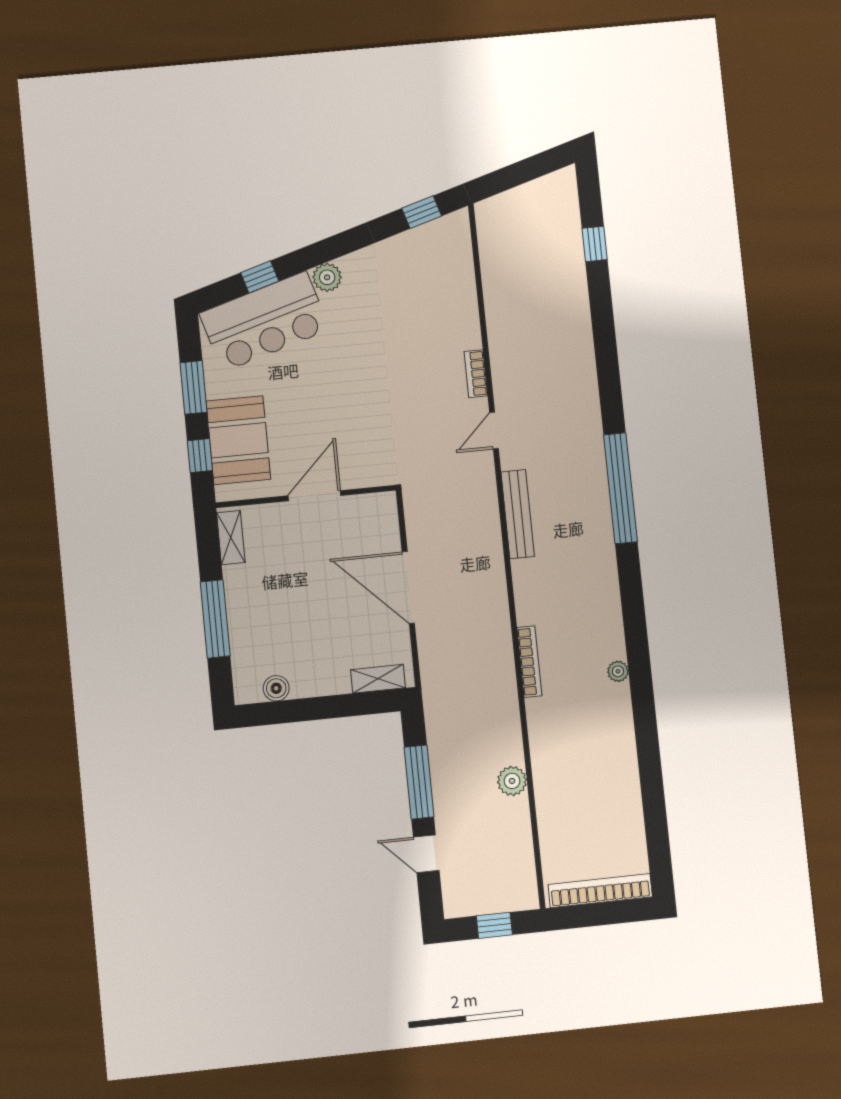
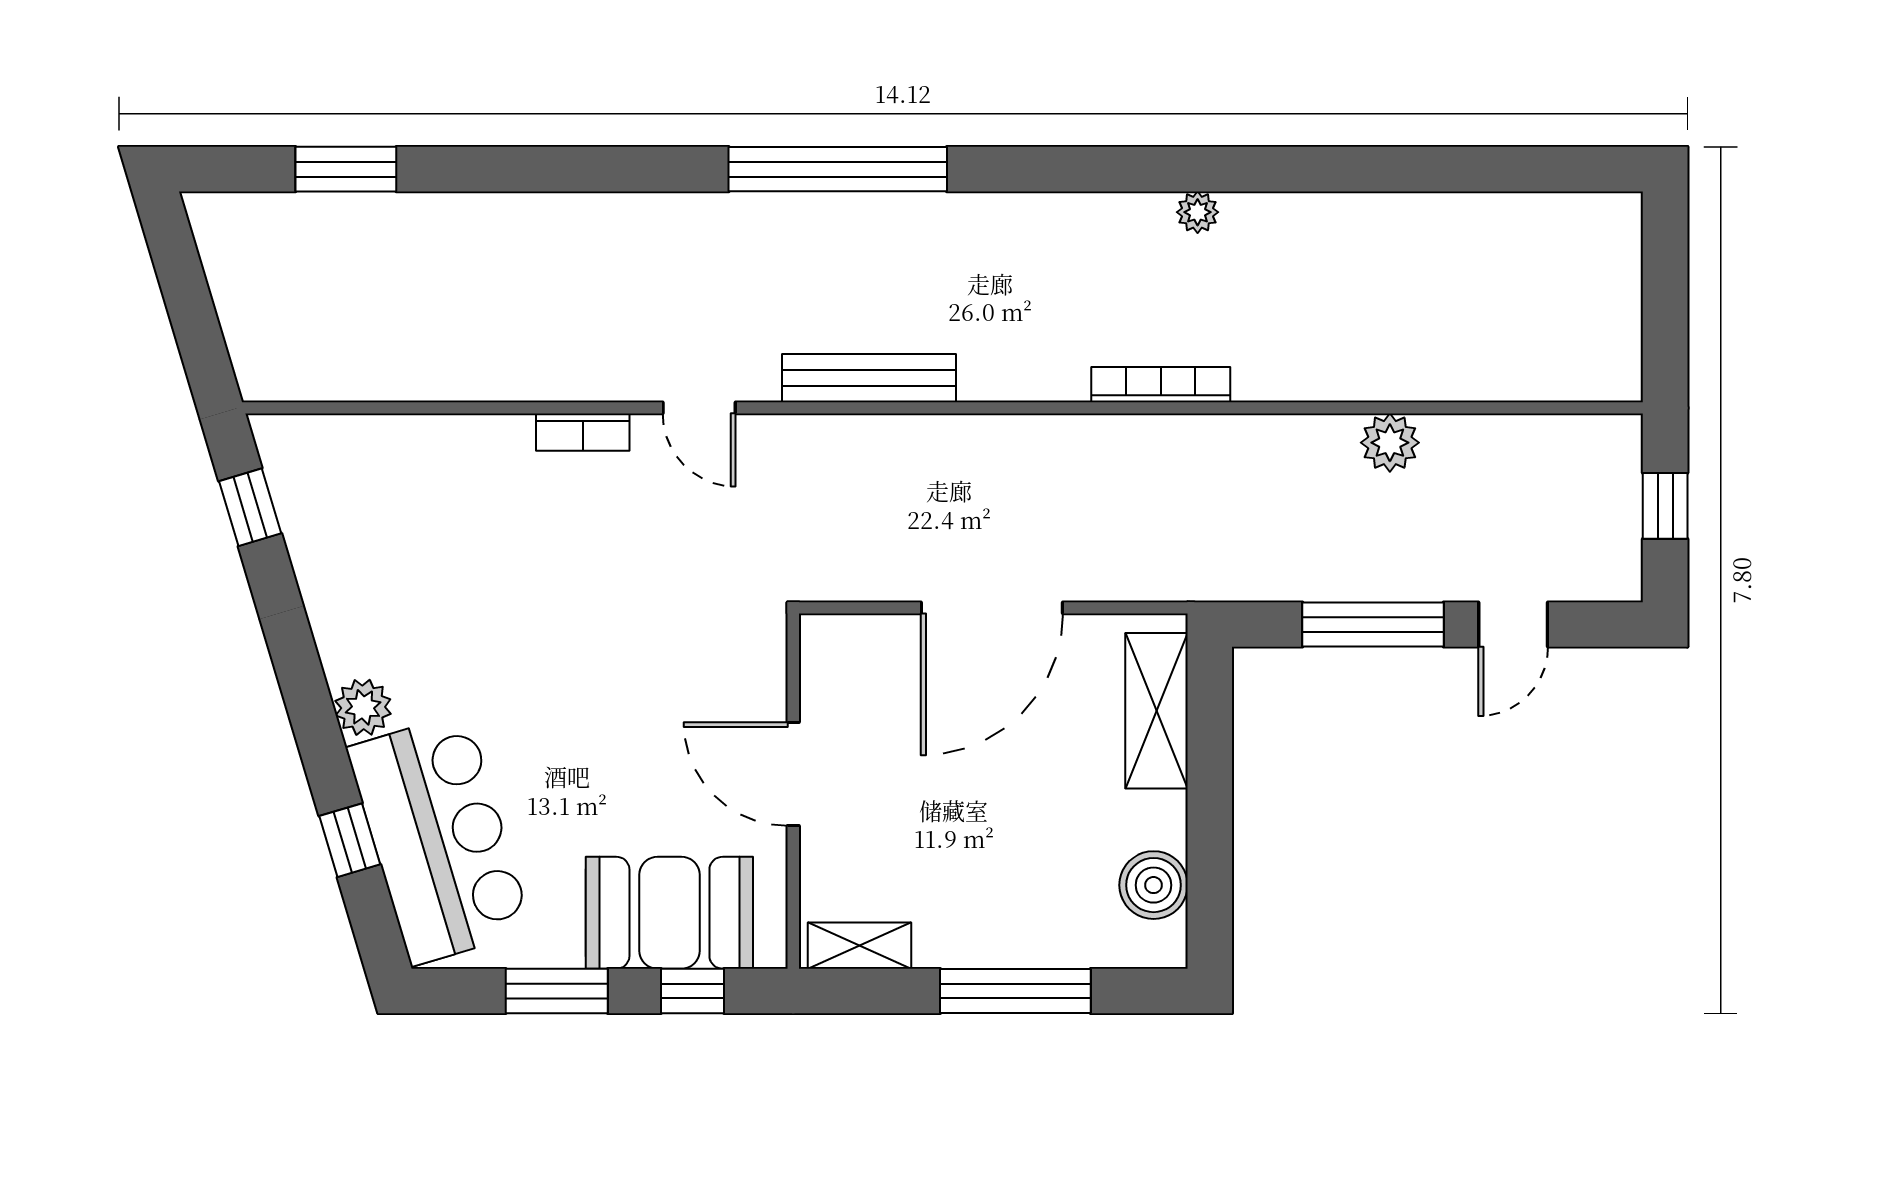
window: (595, 244) -> (346, 169), width x1.50
shelving: (378, 679) -> (1156, 711), width x1.50, depth x1.33
boiler: (276, 688) -> (1154, 885), width x1.36, depth x1.36
bookcase: (600, 891) -> (1620, 292), removed

